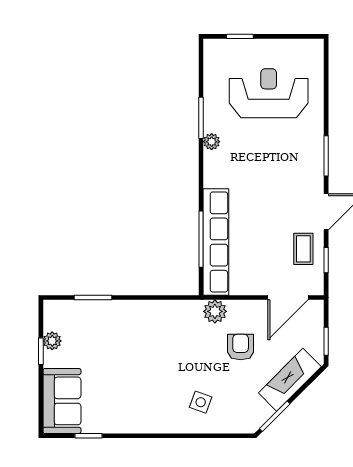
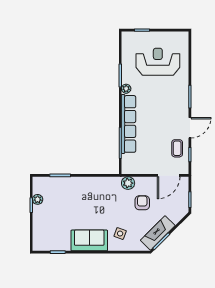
row of seats: (216, 242) -> (129, 124), moved
fireplace: (290, 380) -> (158, 233), moved
sofa: (62, 401) -> (89, 240), moved, turned -90

